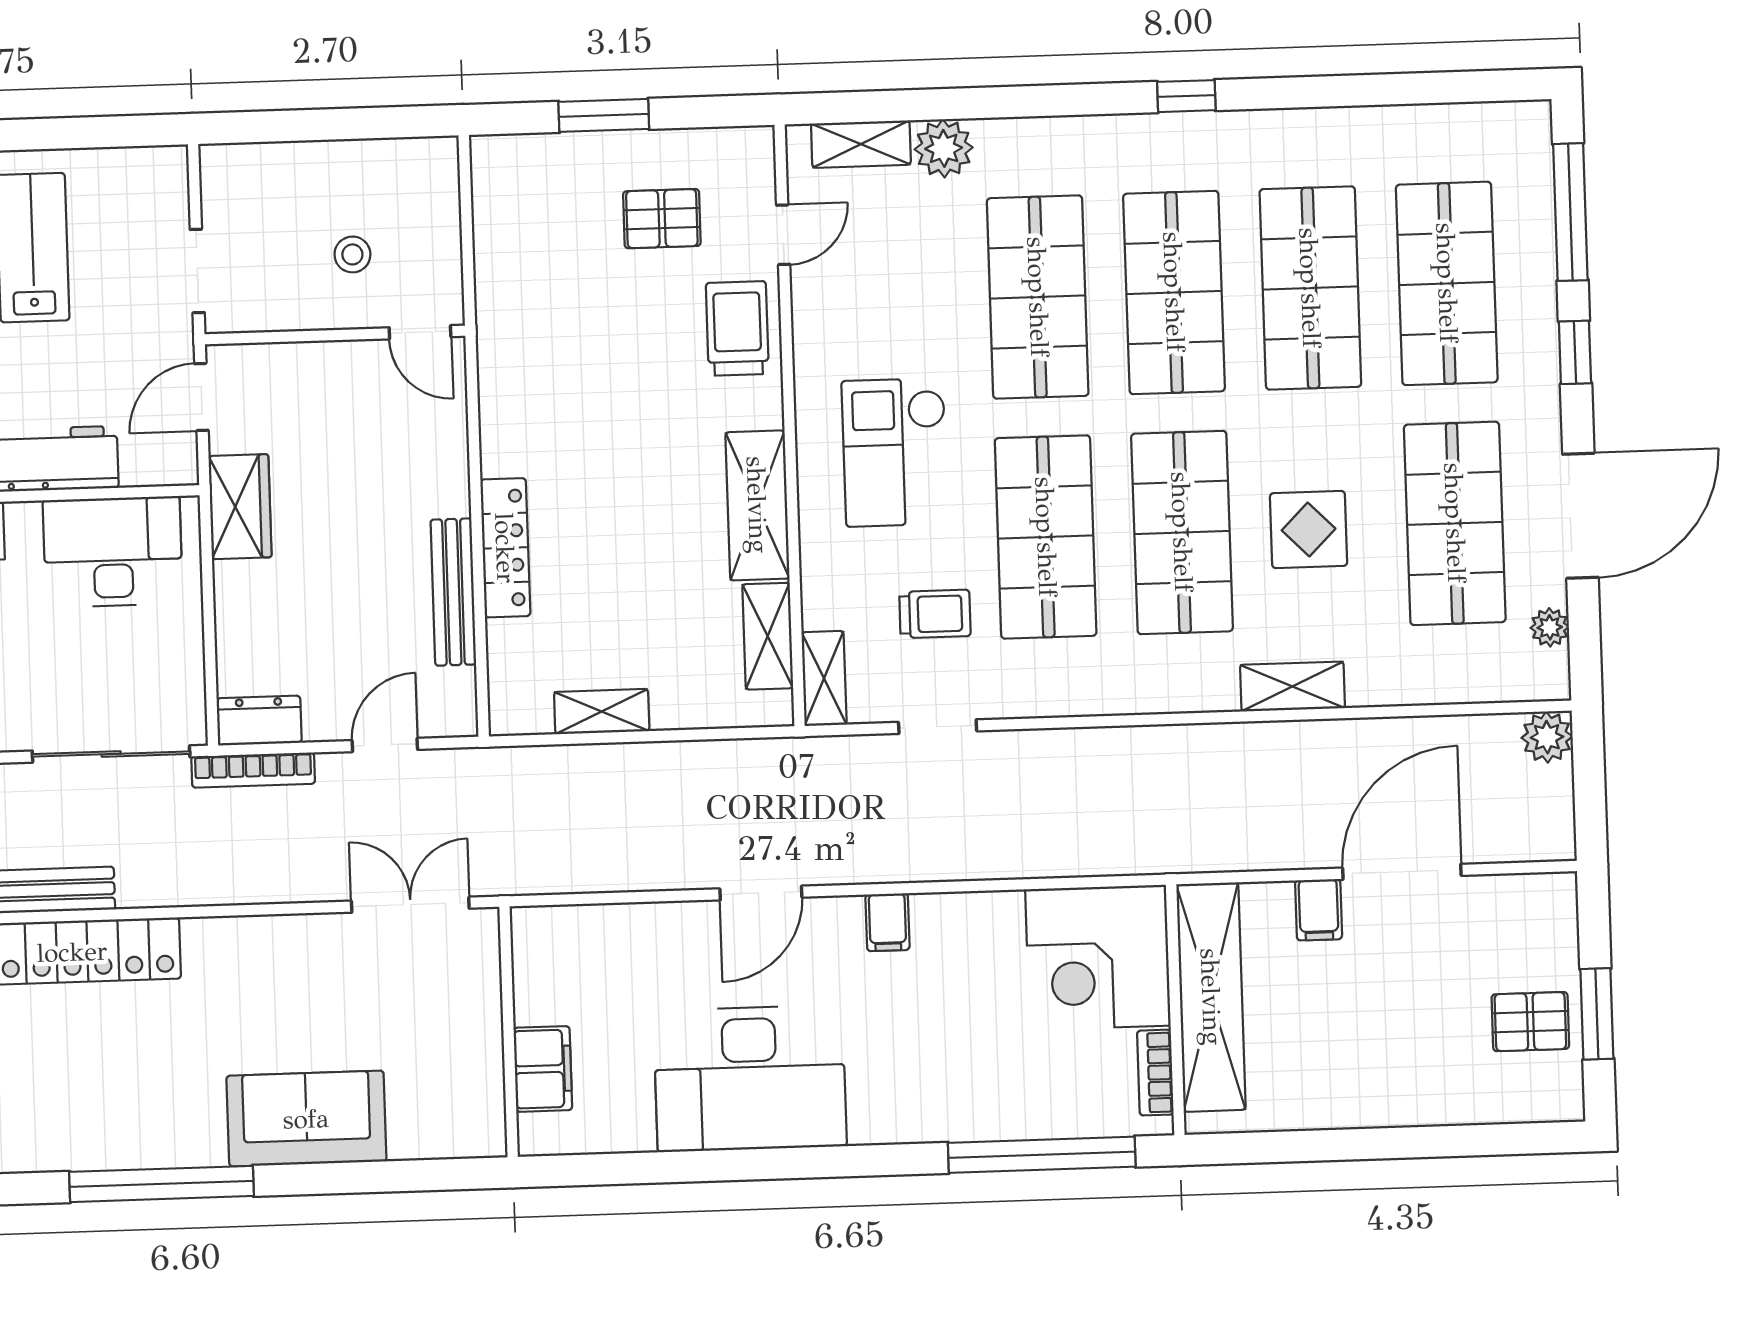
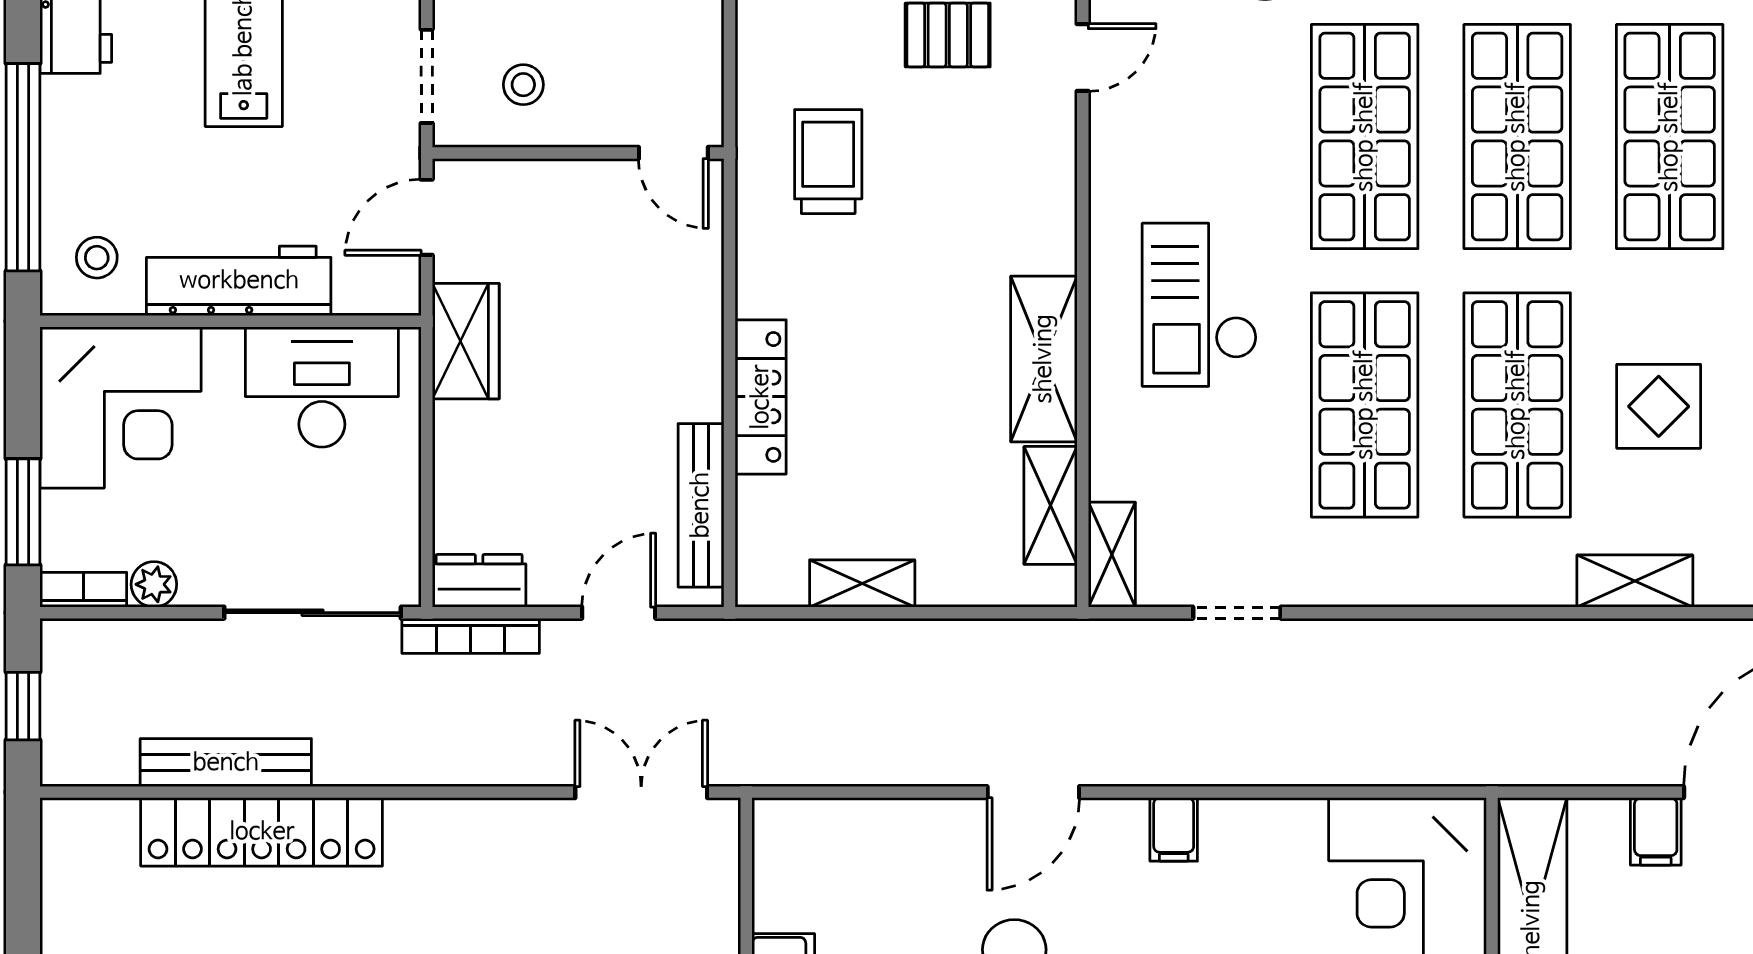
stool: (352, 254) -> (523, 85), moved
trolley: (737, 328) -> (828, 162), moved
bench: (453, 592) -> (701, 505), moved
trolley: (935, 614) -> (1238, 487), removed

